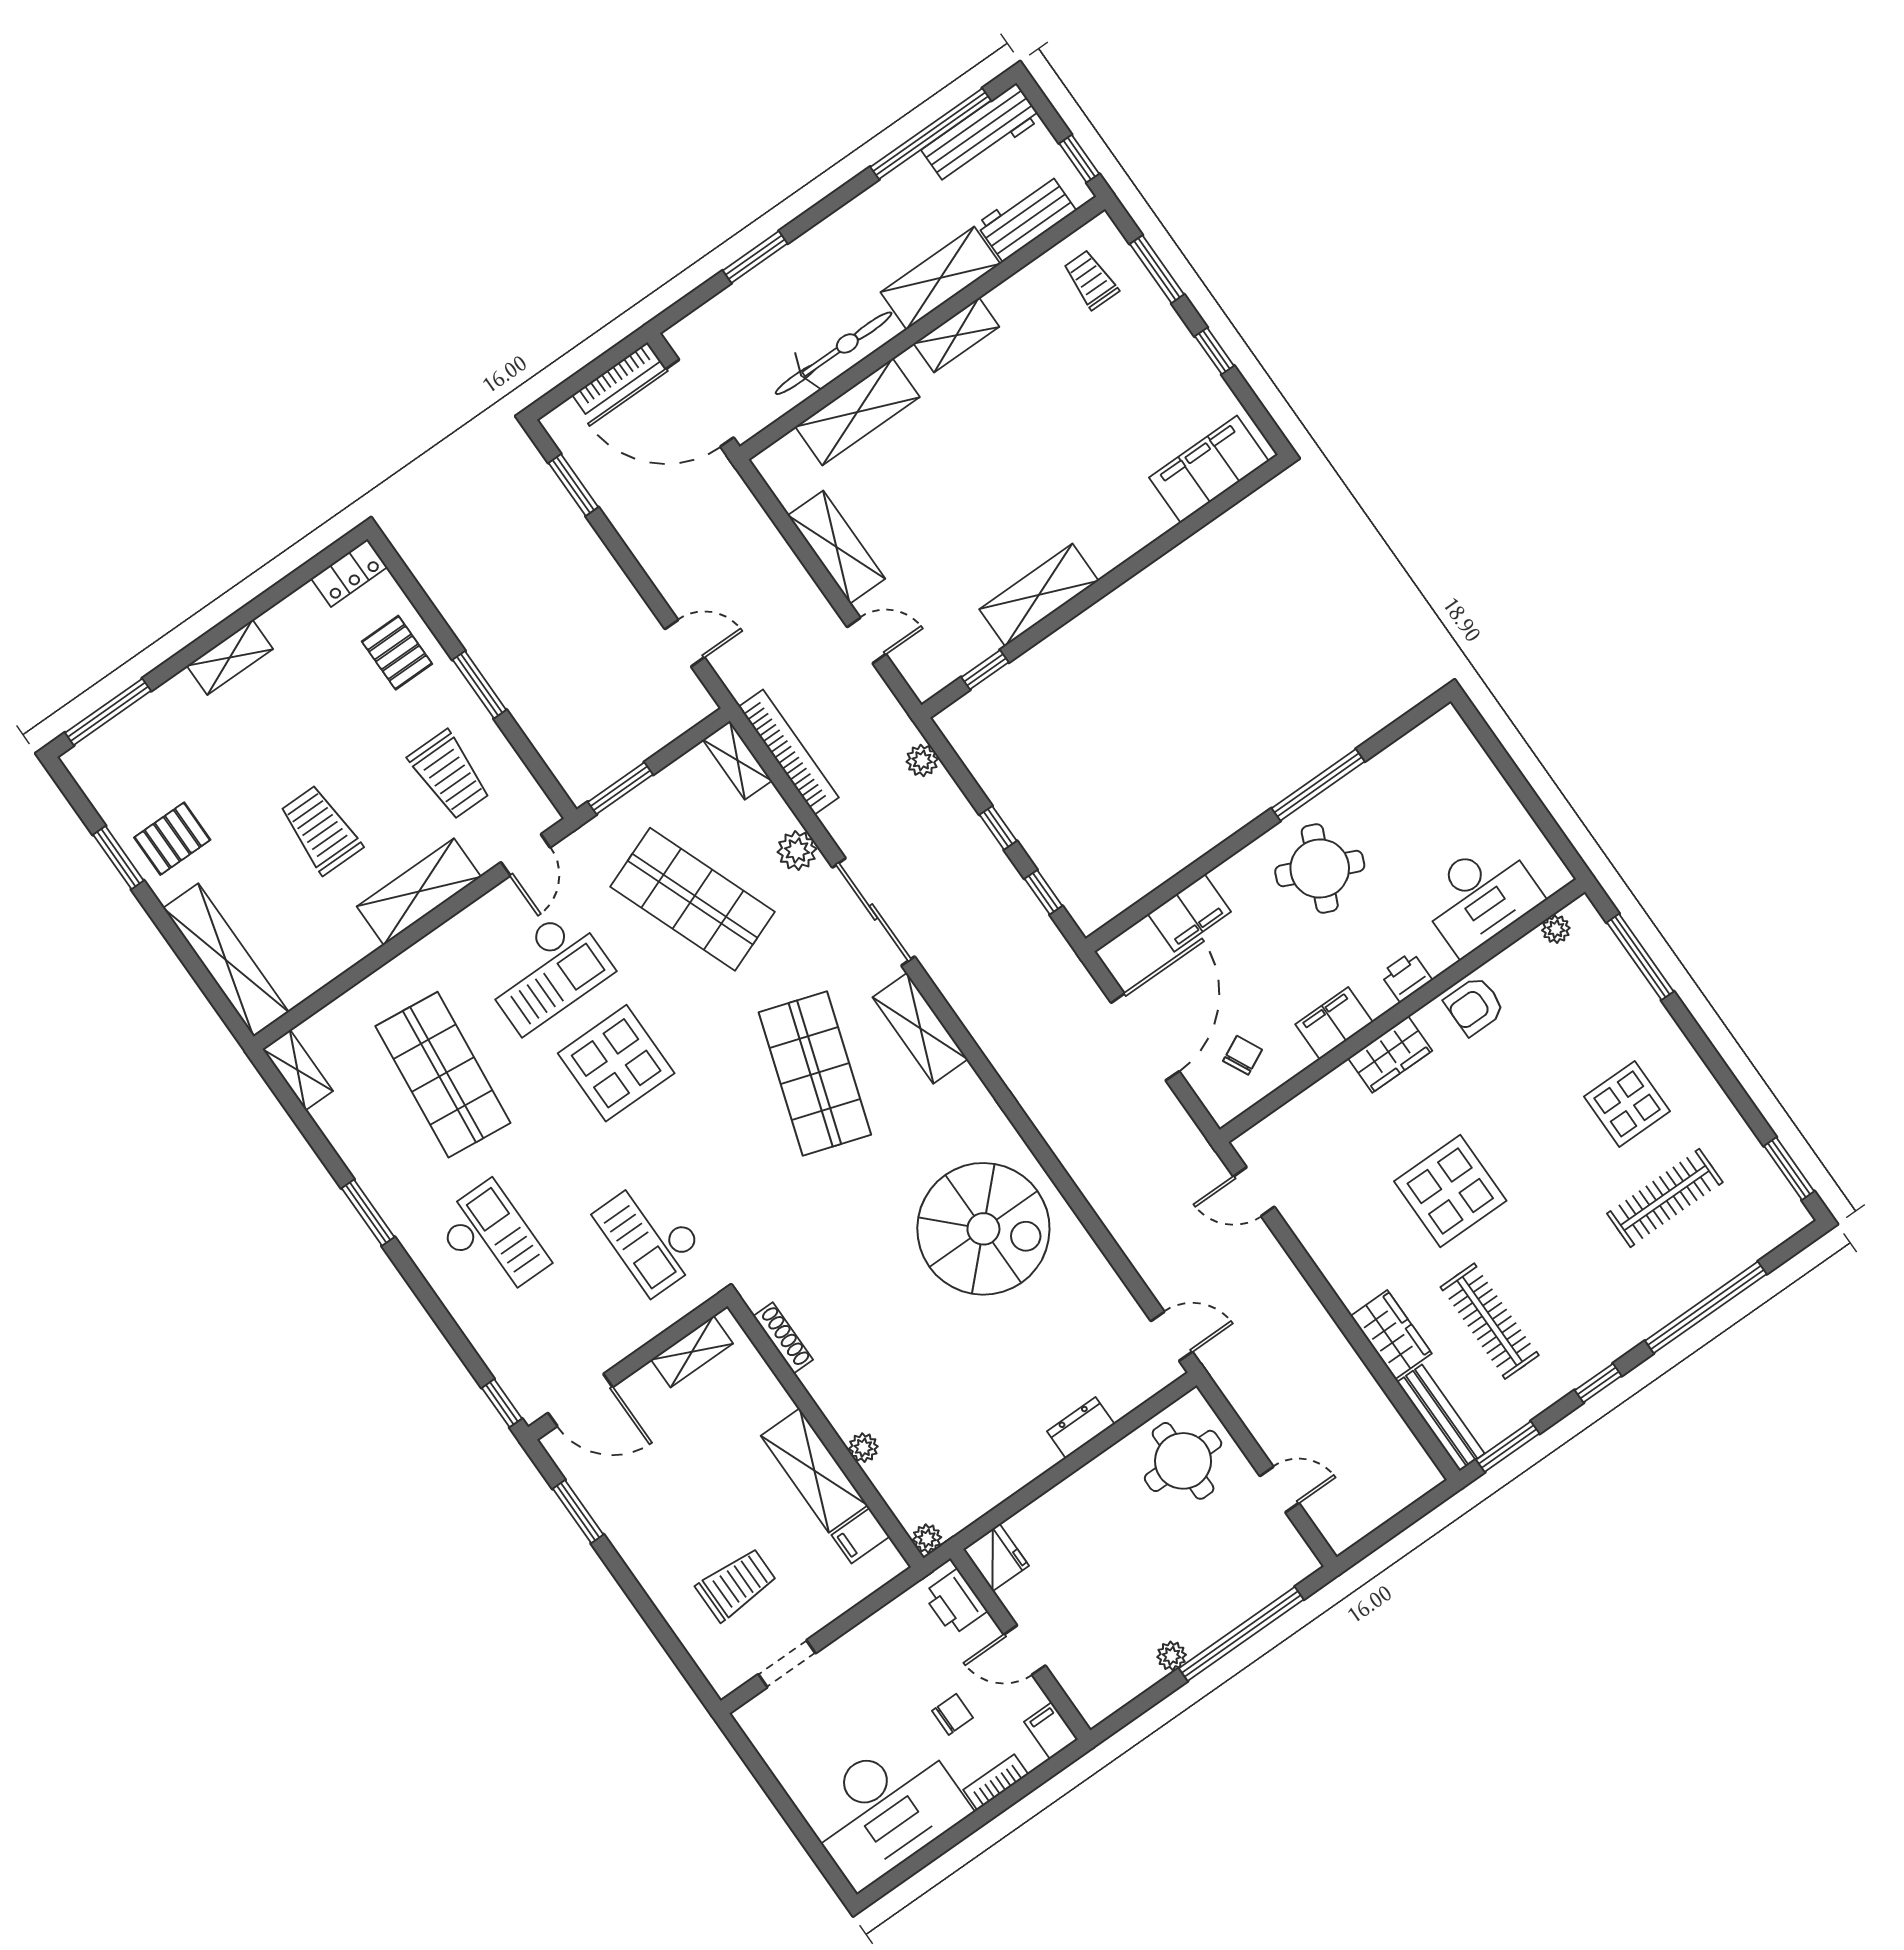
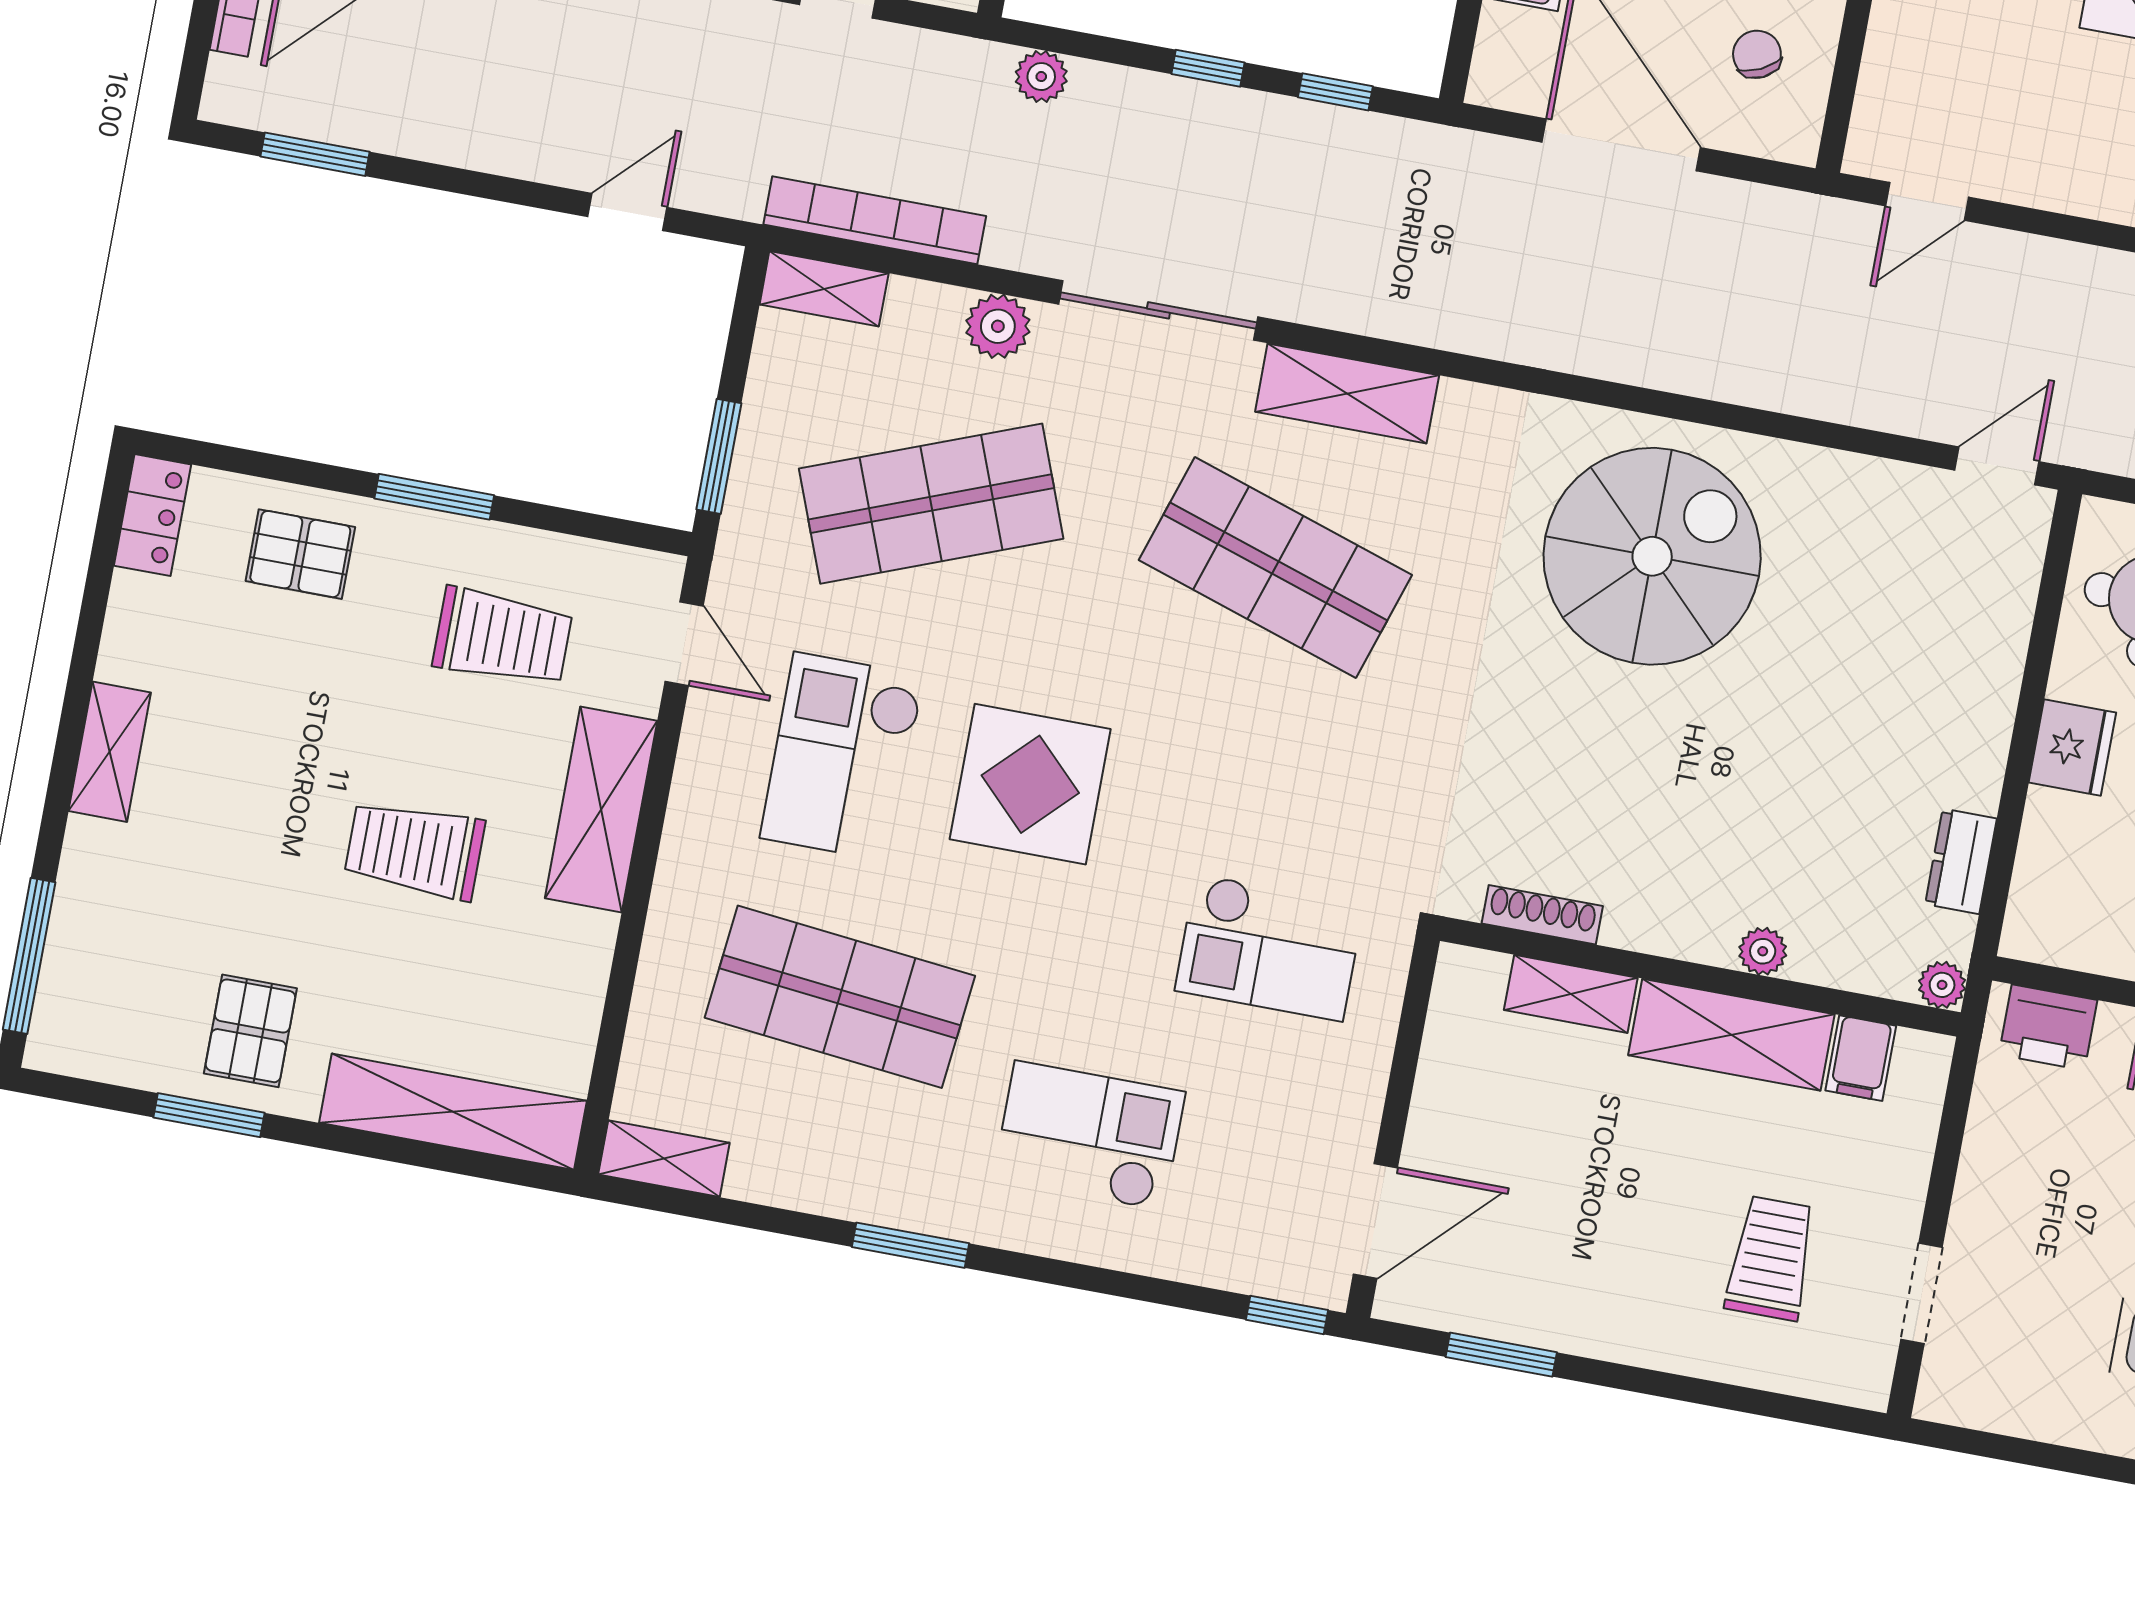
checkout: (546, 971) -> (842, 757), turned 180
shelving: (692, 1352) -> (1571, 994), moved, turned 90
dresser: (1081, 1428) -> (1961, 861), moved
fridge: (996, 1558) -> (2072, 748), moved, turned 90

